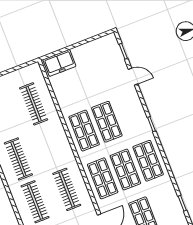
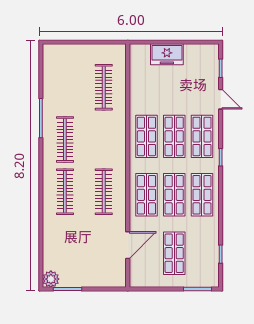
freezer: (59, 63) -> (167, 54), moved
shop shelf: (130, 113) -> (202, 136), added

